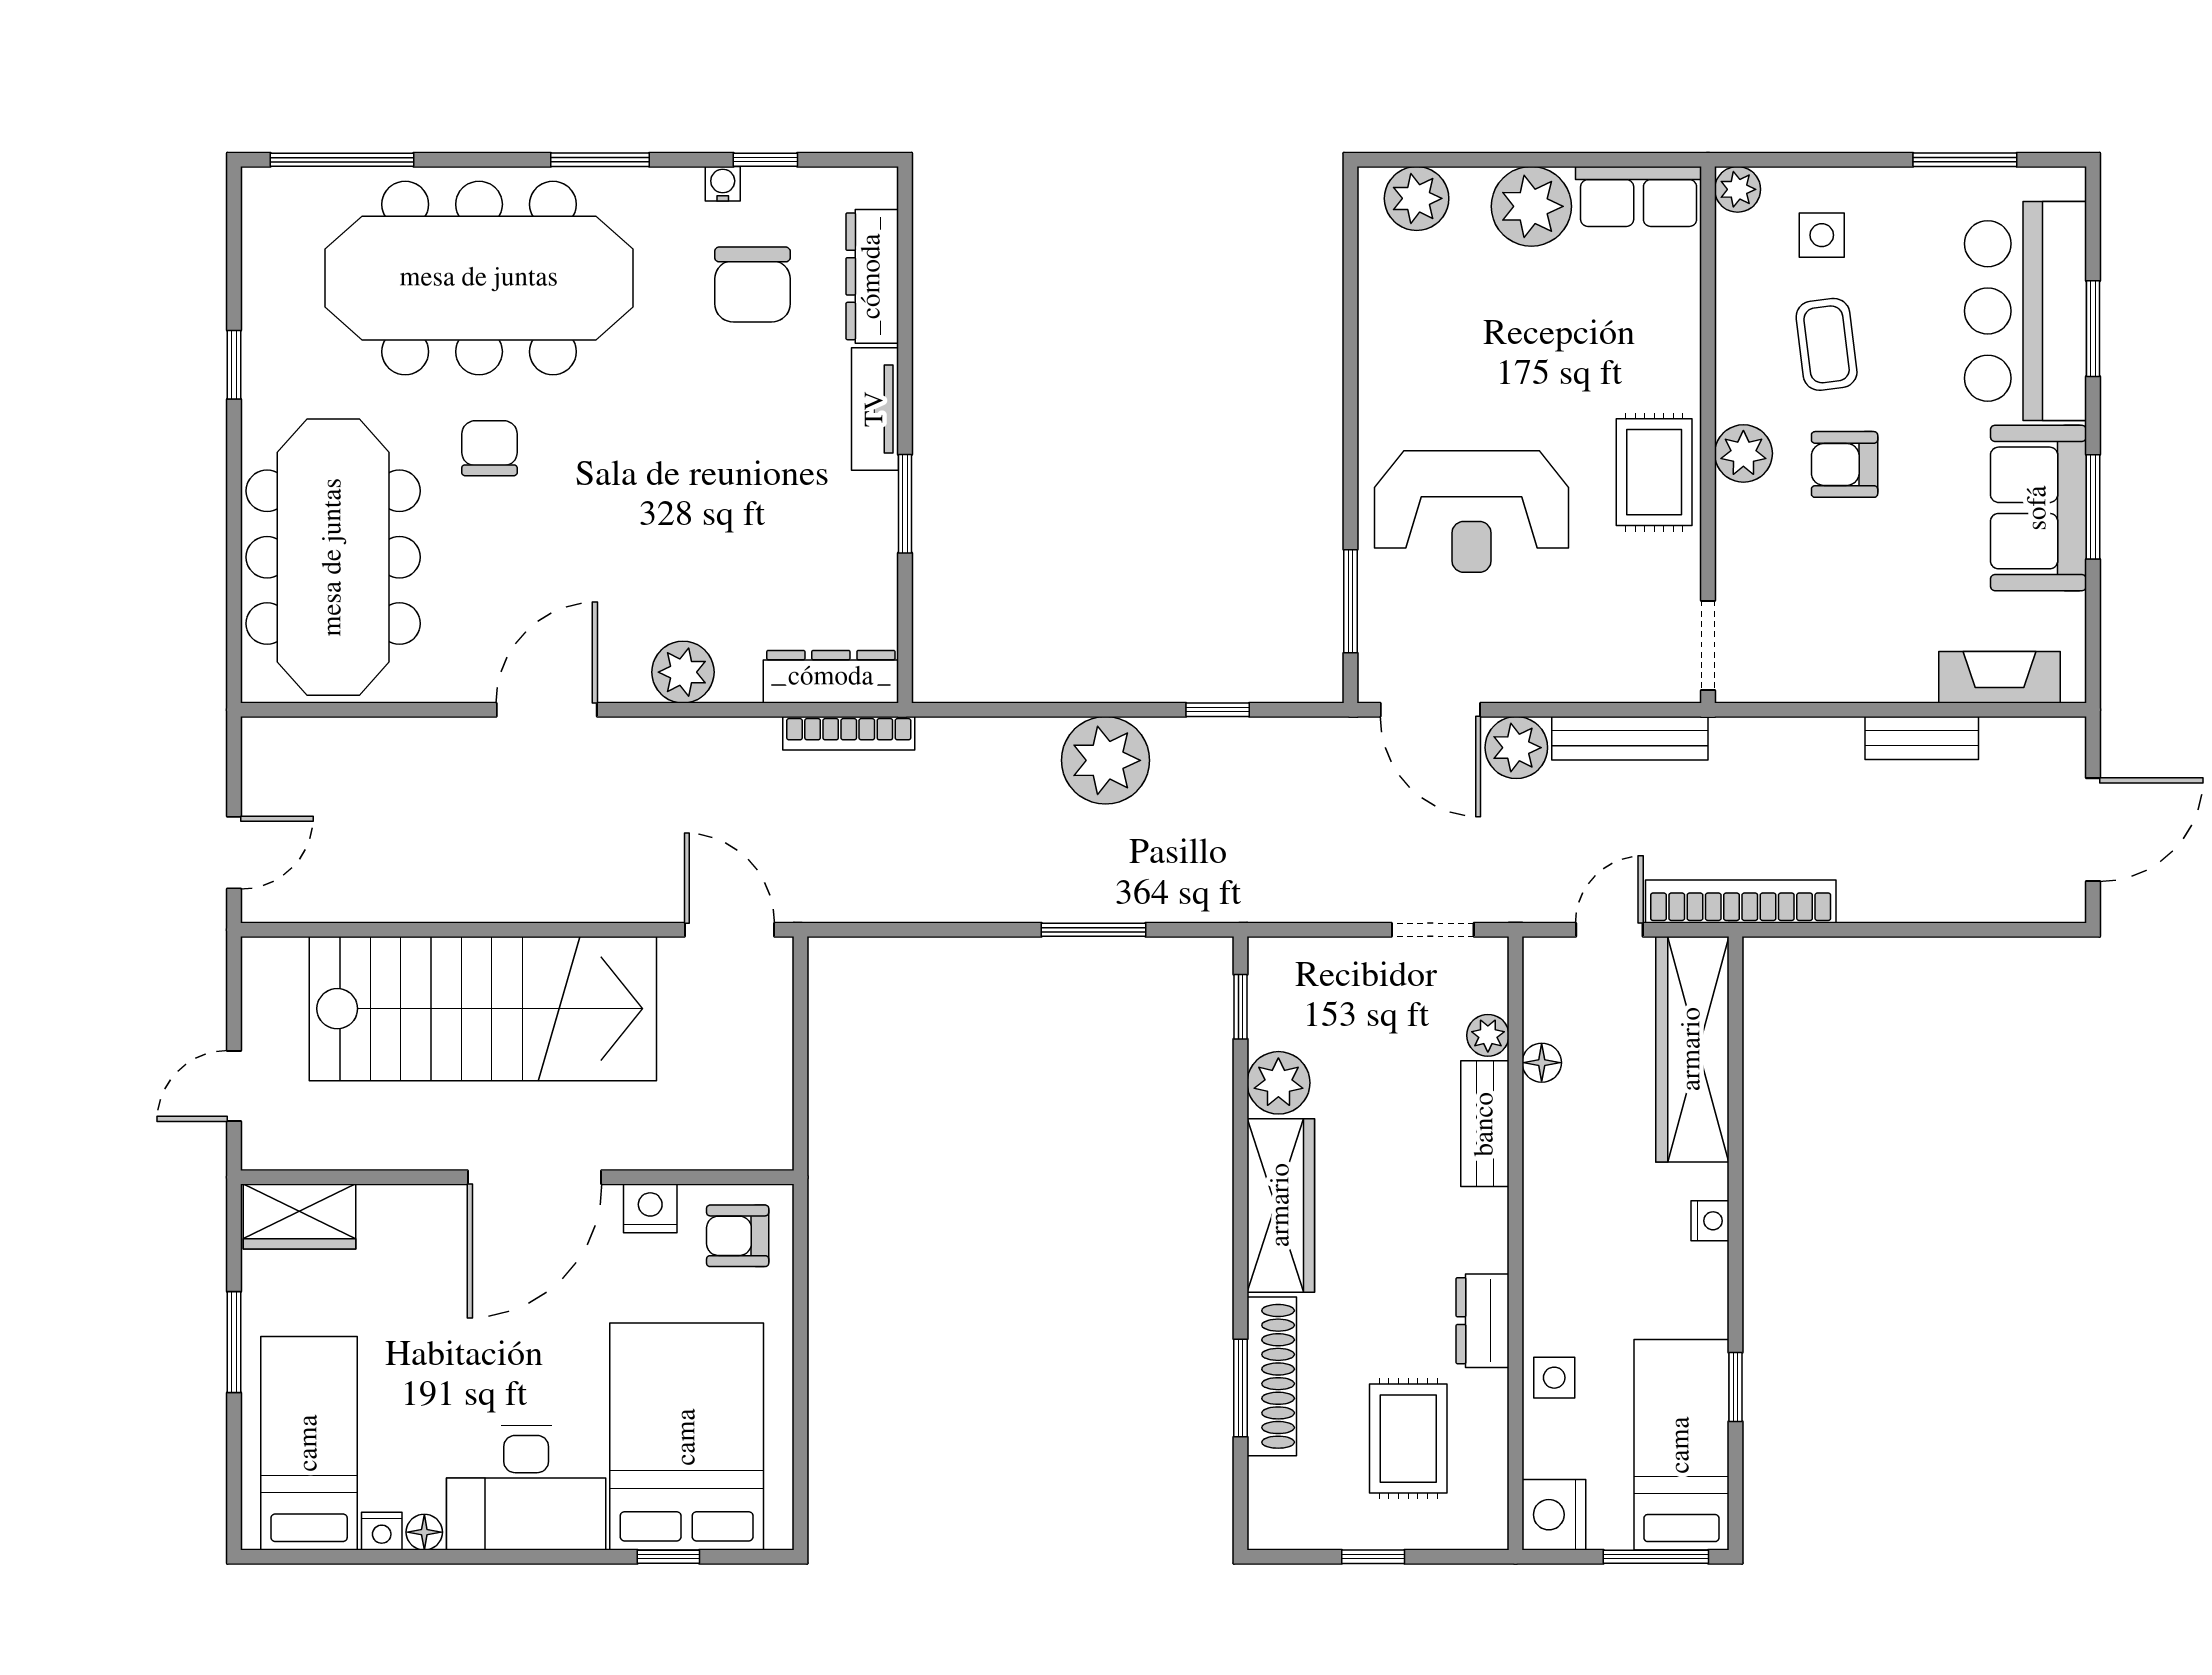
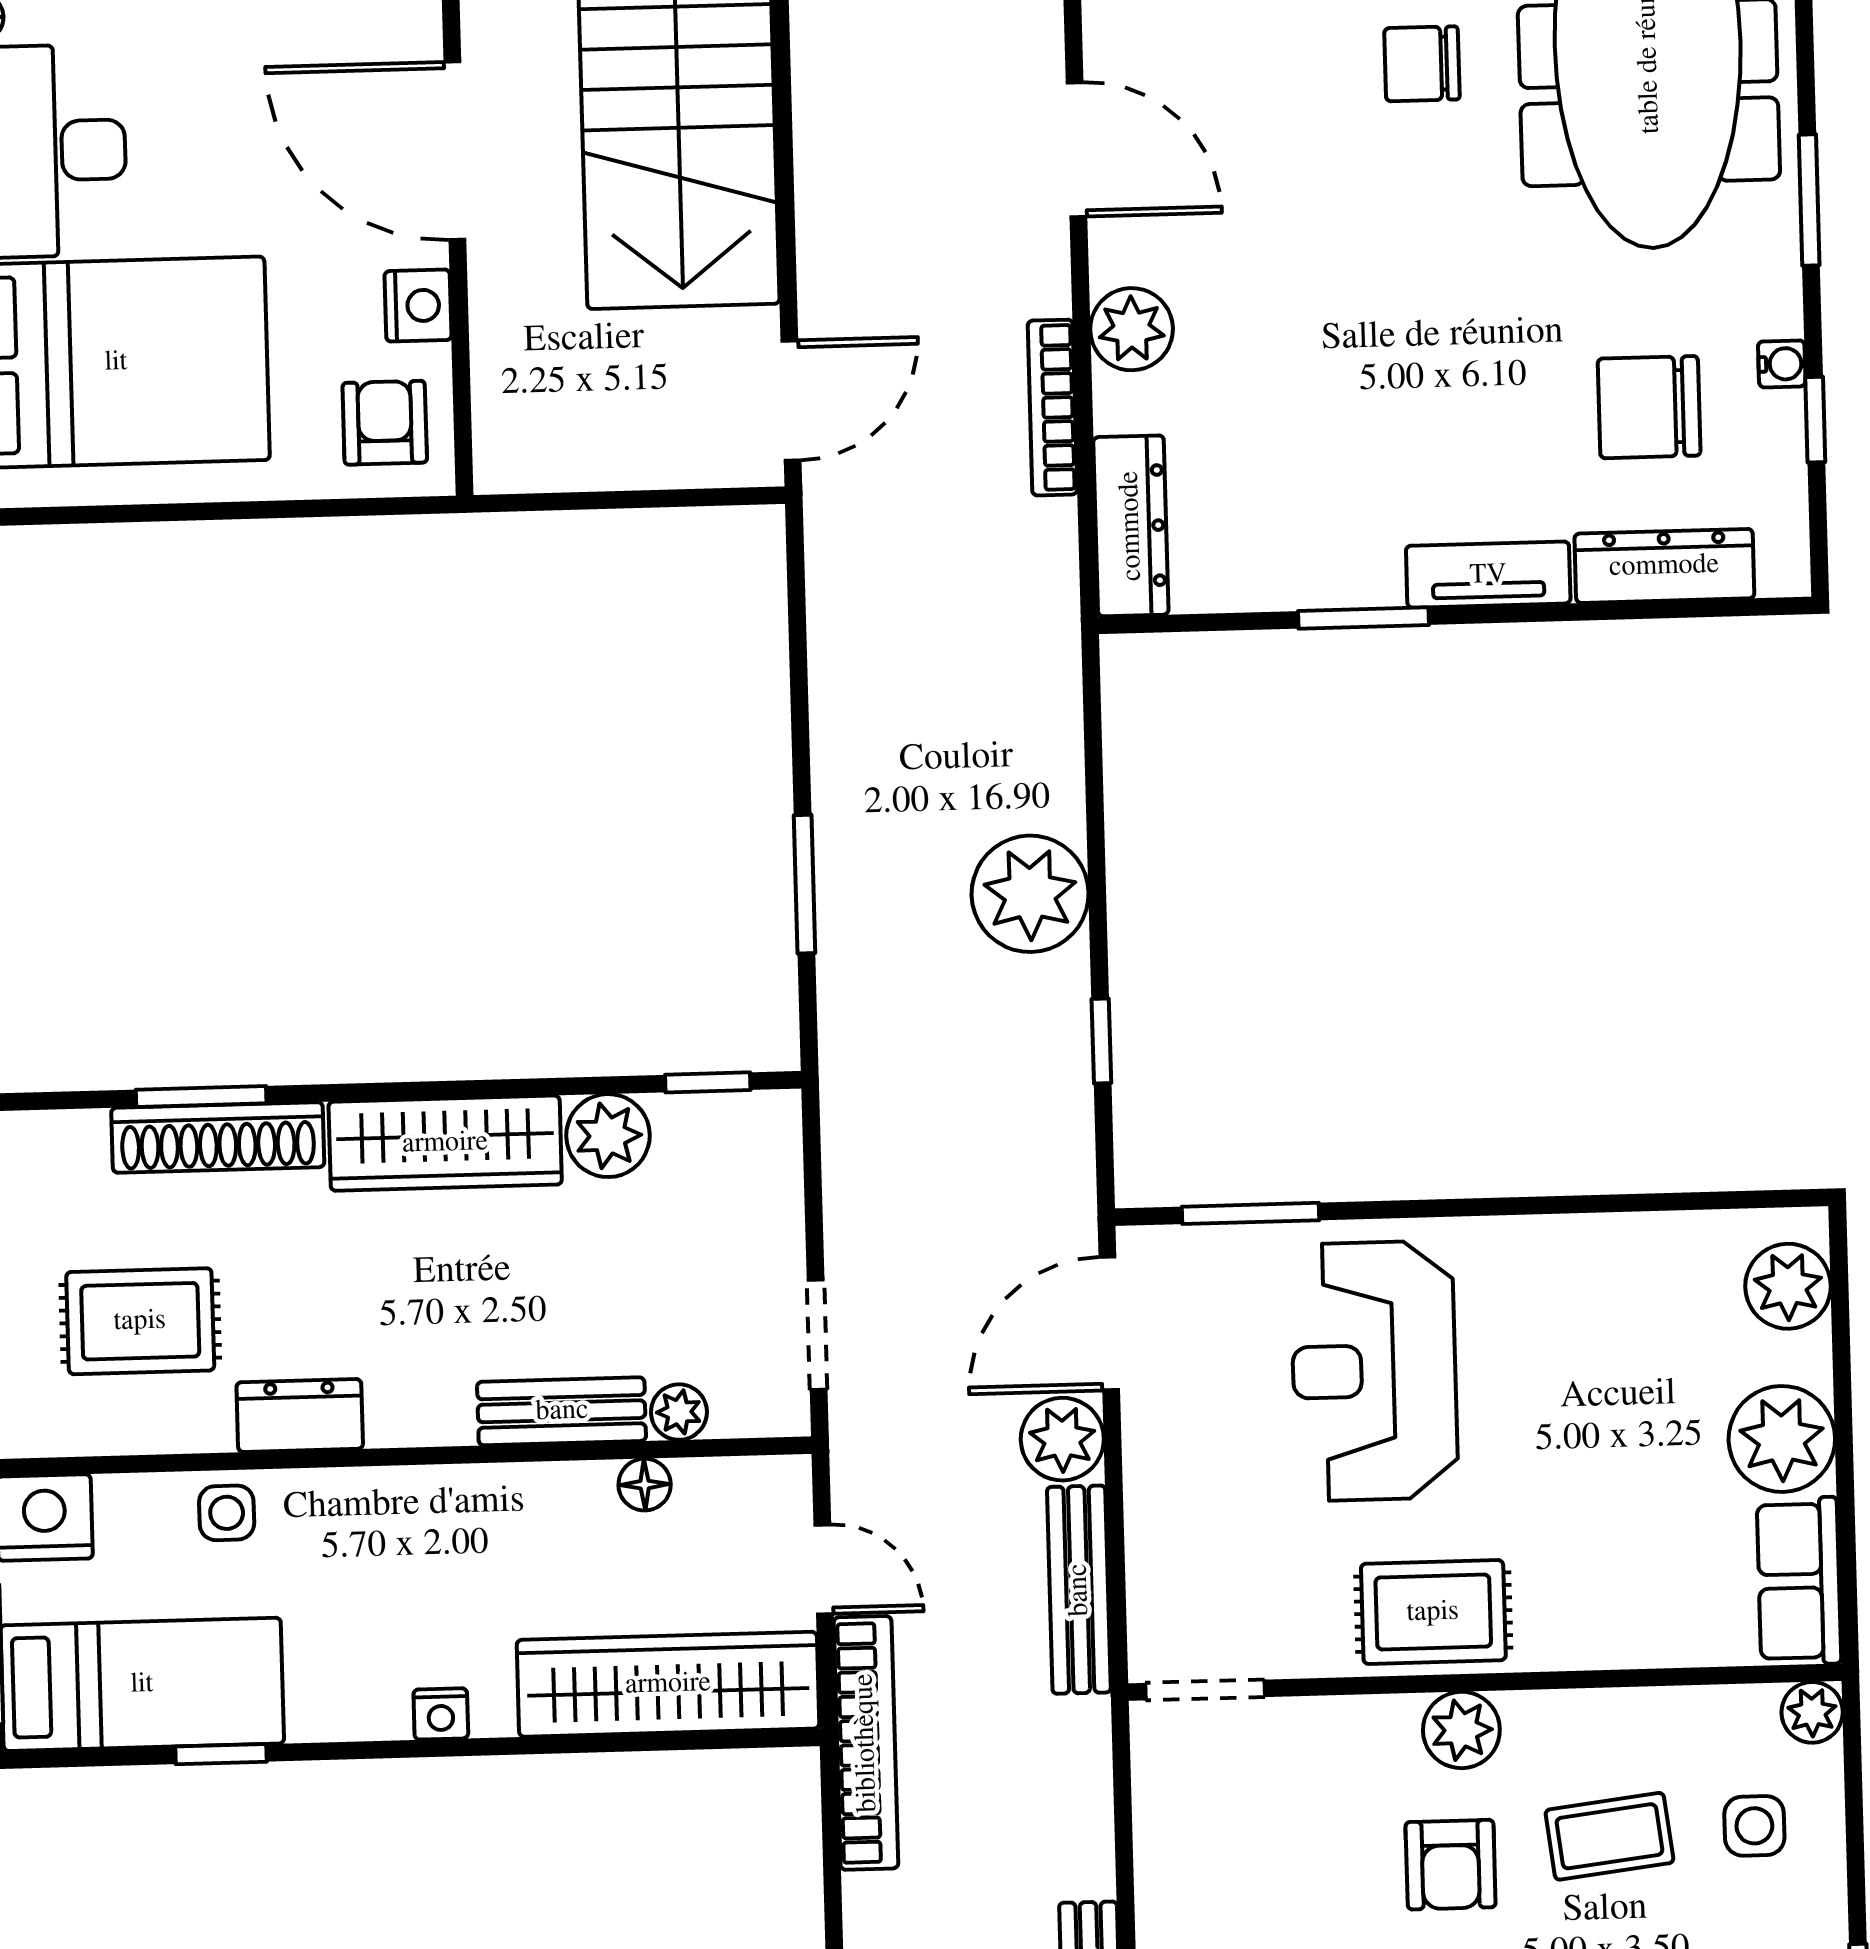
chair: (489, 448) -> (1422, 64), turned 180
armchair: (1845, 464) -> (1451, 1865), turned 180
bookcase: (849, 733) -> (1052, 408), moved

